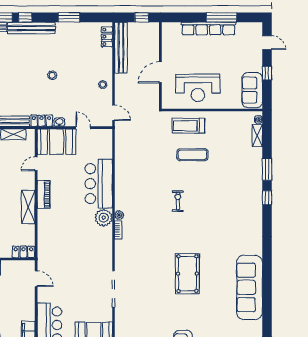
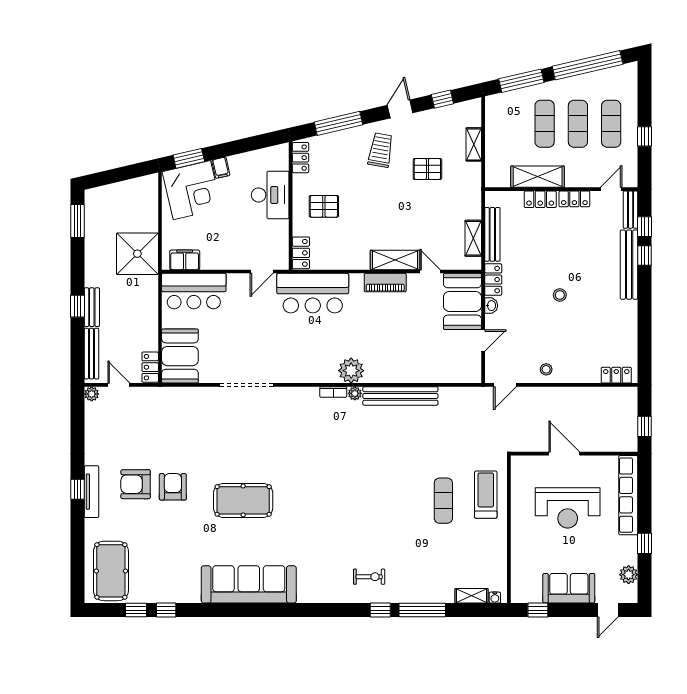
window: (69, 17) -> (645, 320), removed
window: (222, 17) -> (645, 543), width x0.46
plant: (243, 28) -> (629, 575), added
row of seats: (209, 29) -> (628, 495), moved
bench: (121, 48) -> (400, 396), moved
window: (267, 73) -> (538, 610), moved
reception desk: (198, 88) -> (568, 508), moved, turned -90
sofa: (252, 90) -> (569, 588), moved
window: (267, 169) -> (422, 610), width x1.44
bar counter: (99, 184) -> (313, 293), moved, turned 180
exercise bike: (178, 201) -> (369, 577), moved
shelving: (28, 207) -> (395, 260), moved
pool table: (187, 274) -> (243, 500), moved

